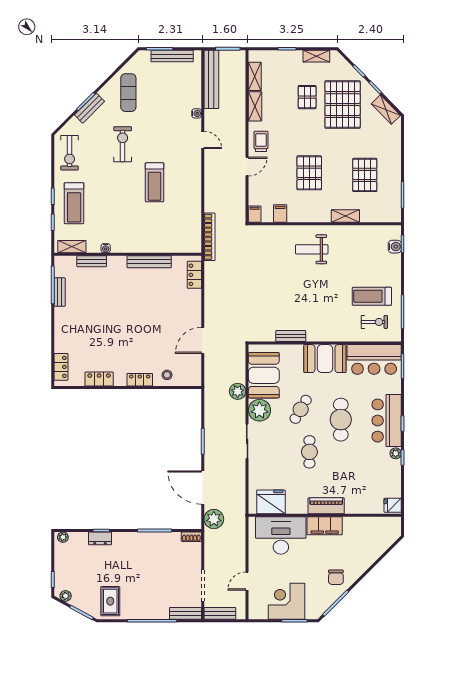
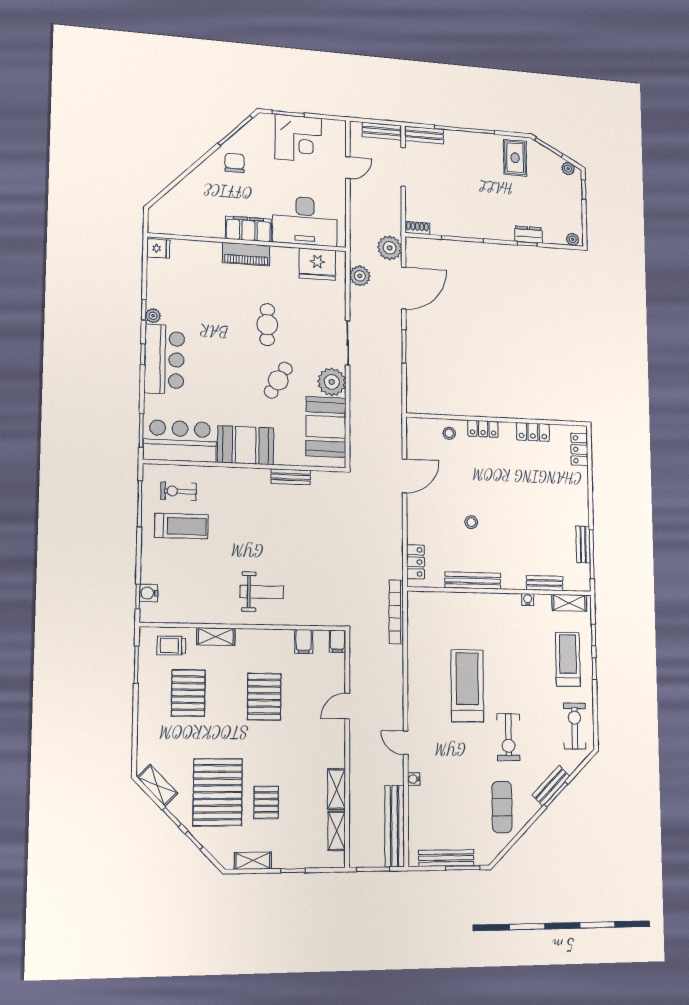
trolley: (261, 141) -> (171, 646), moved, turned 90
treadmill: (155, 182) -> (467, 686), width x1.37, depth x1.38
stool: (150, 307) -> (471, 522), added
plant: (238, 391) -> (360, 276), moved
cafe table: (341, 420) -> (226, 364), removed
door: (203, 488) -> (404, 288), hinge flipped

